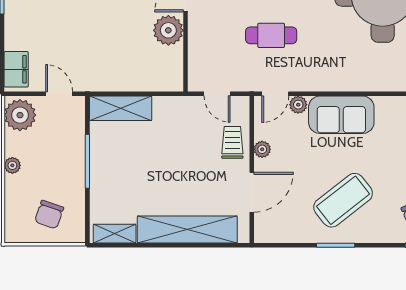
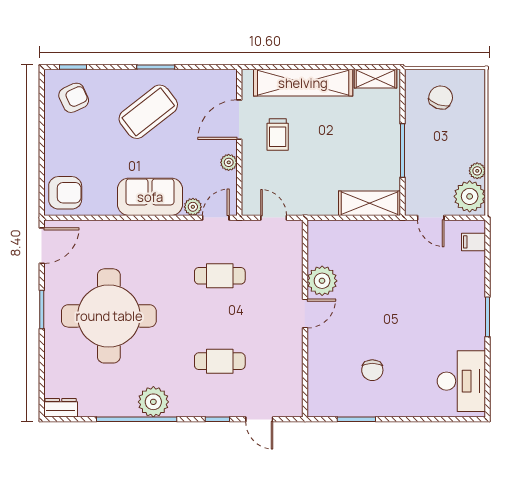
filing cabinet: (16, 69) -> (474, 242), width x0.50
trolley: (232, 142) -> (278, 135), moved
plant: (12, 165) -> (477, 171), moved

